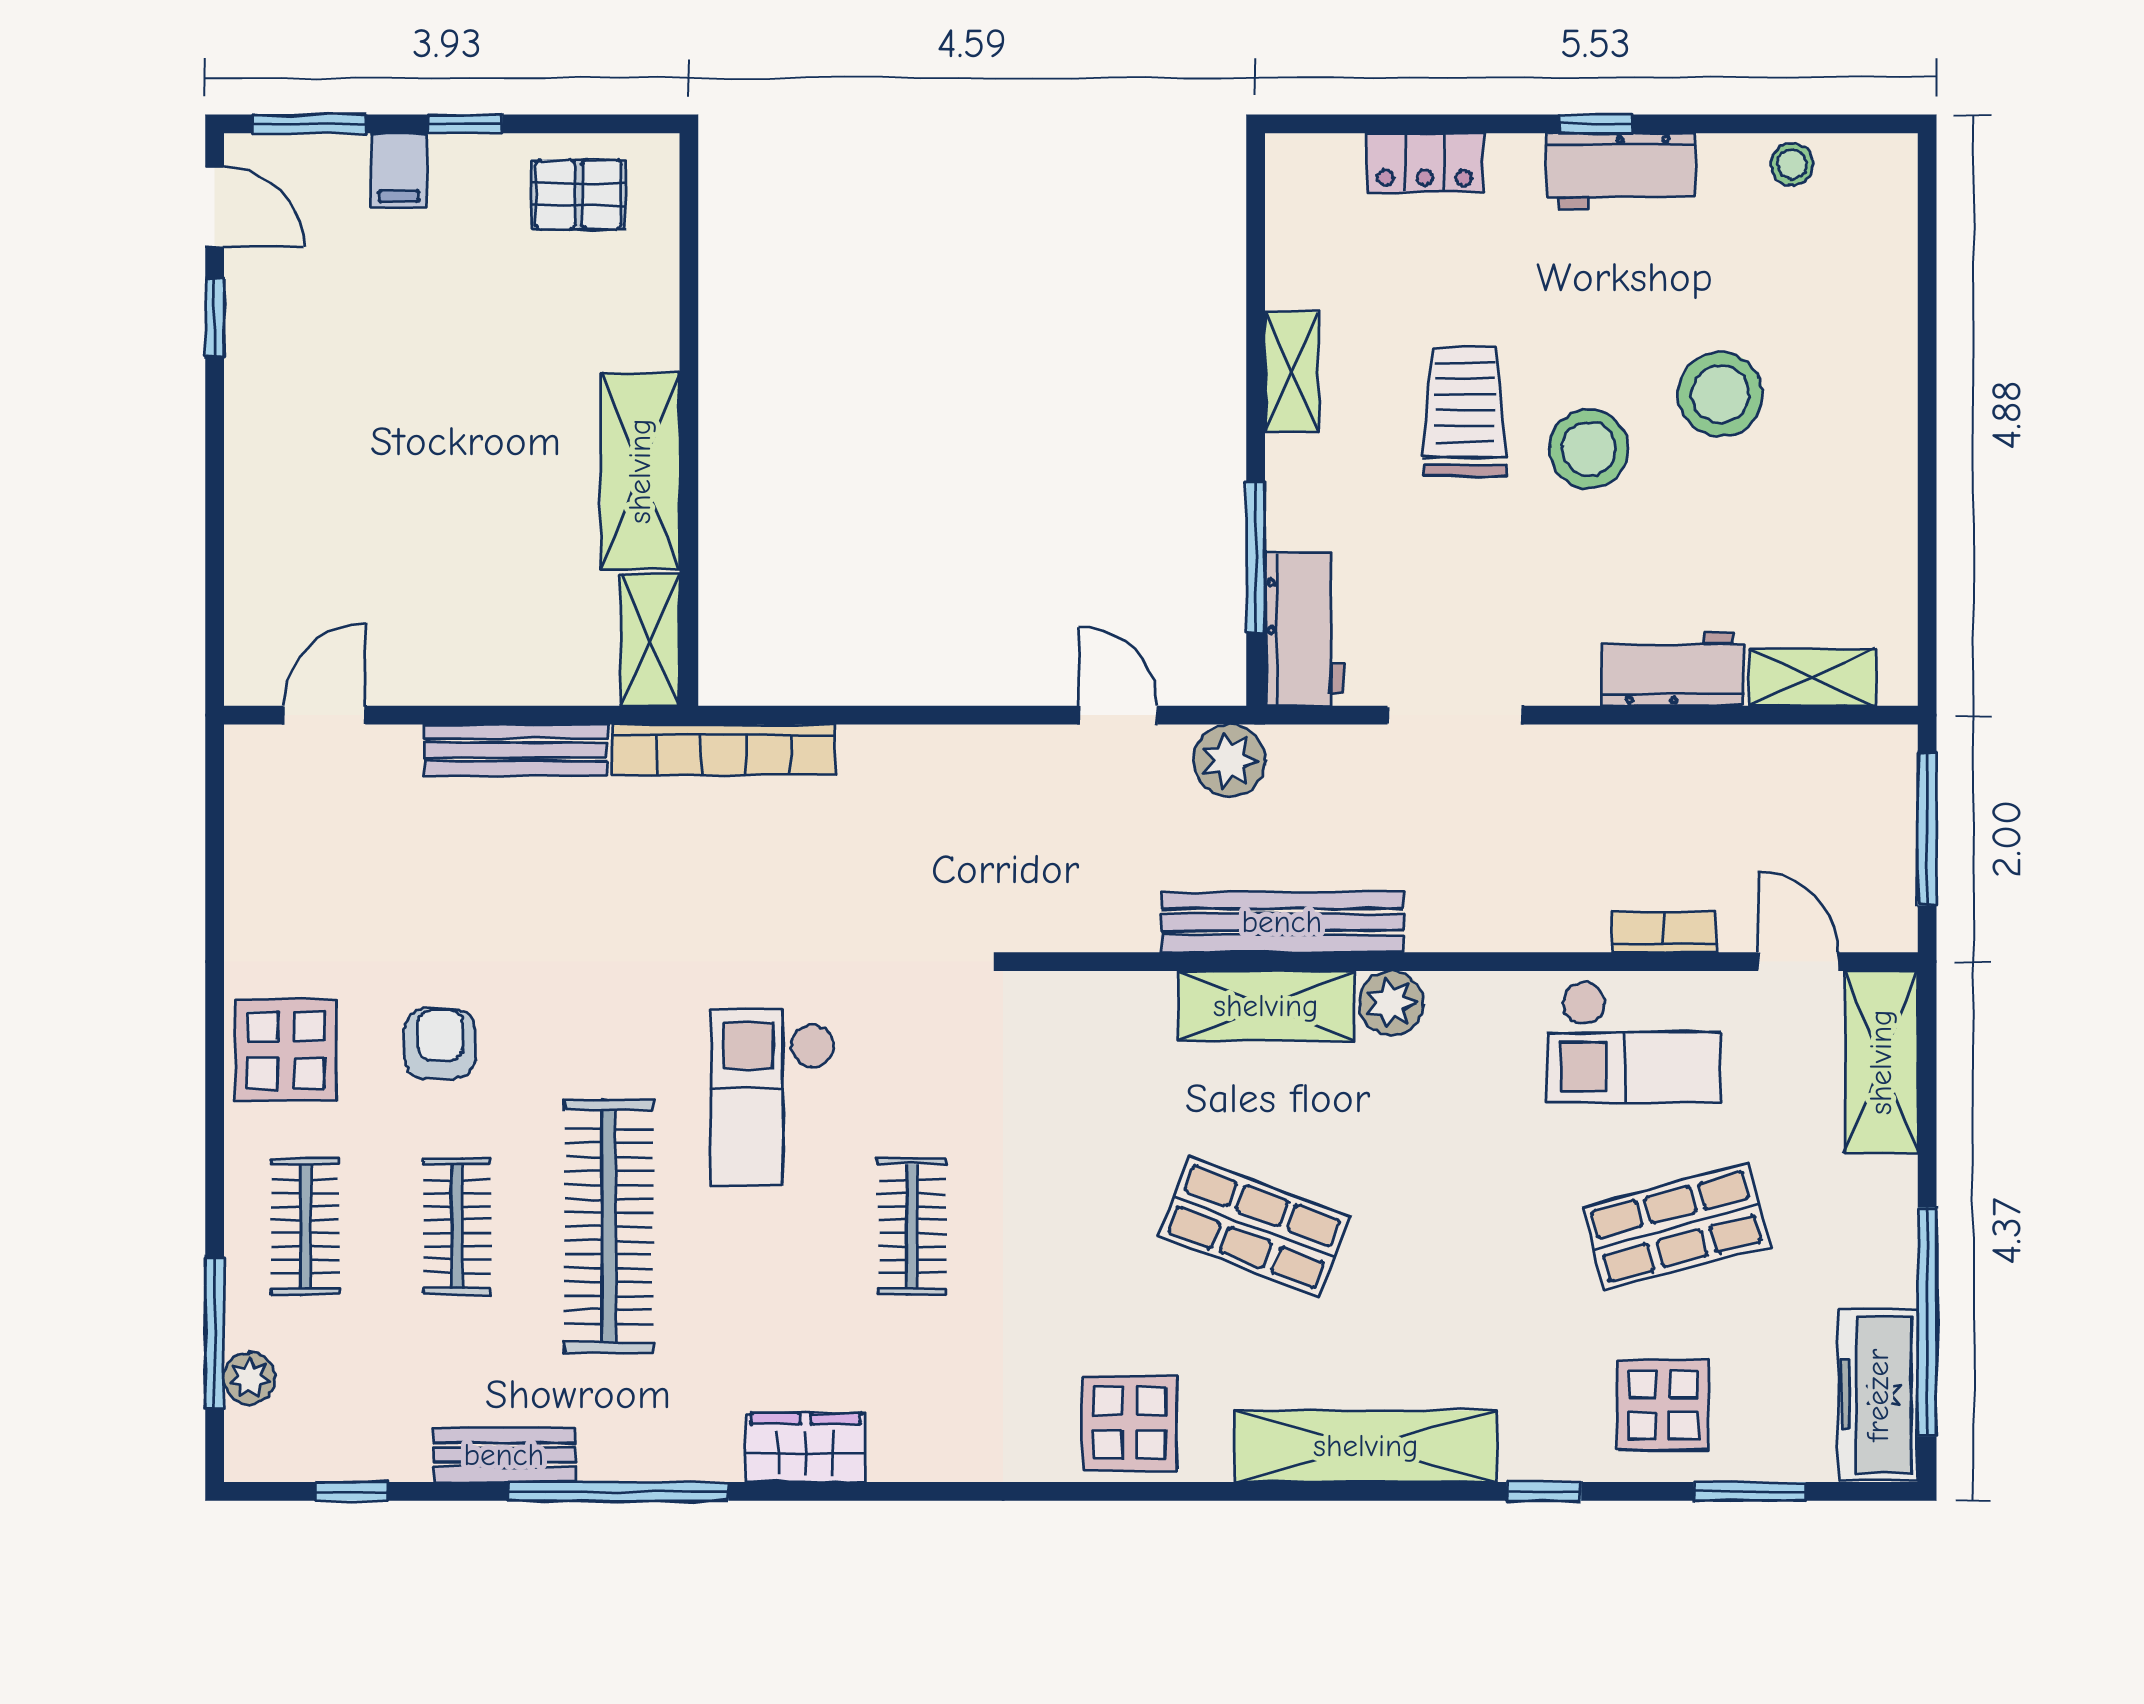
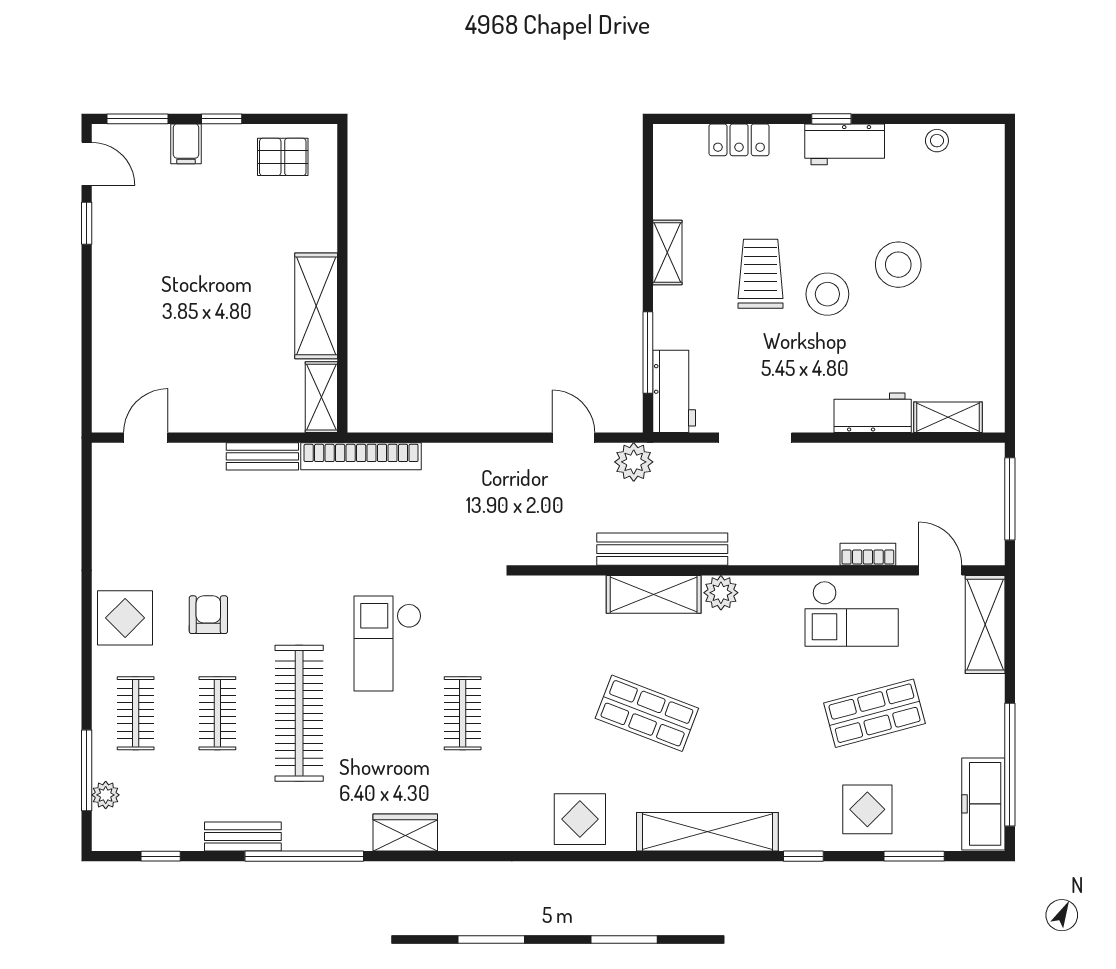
bench: (516, 750) -> (262, 456), width x0.73

